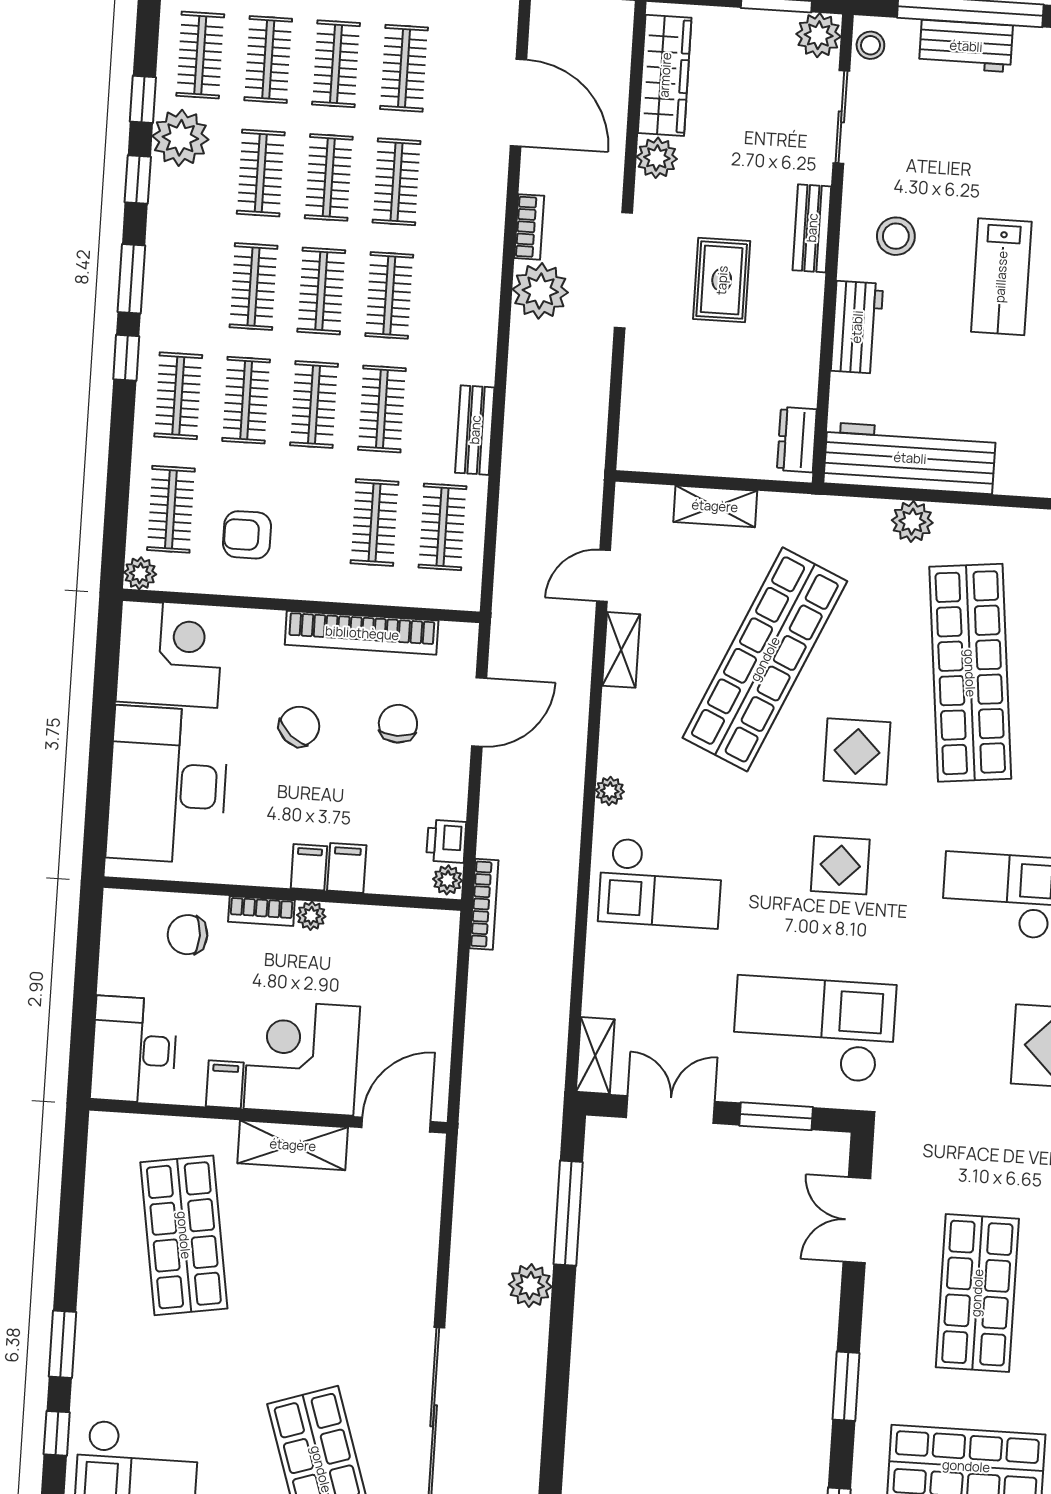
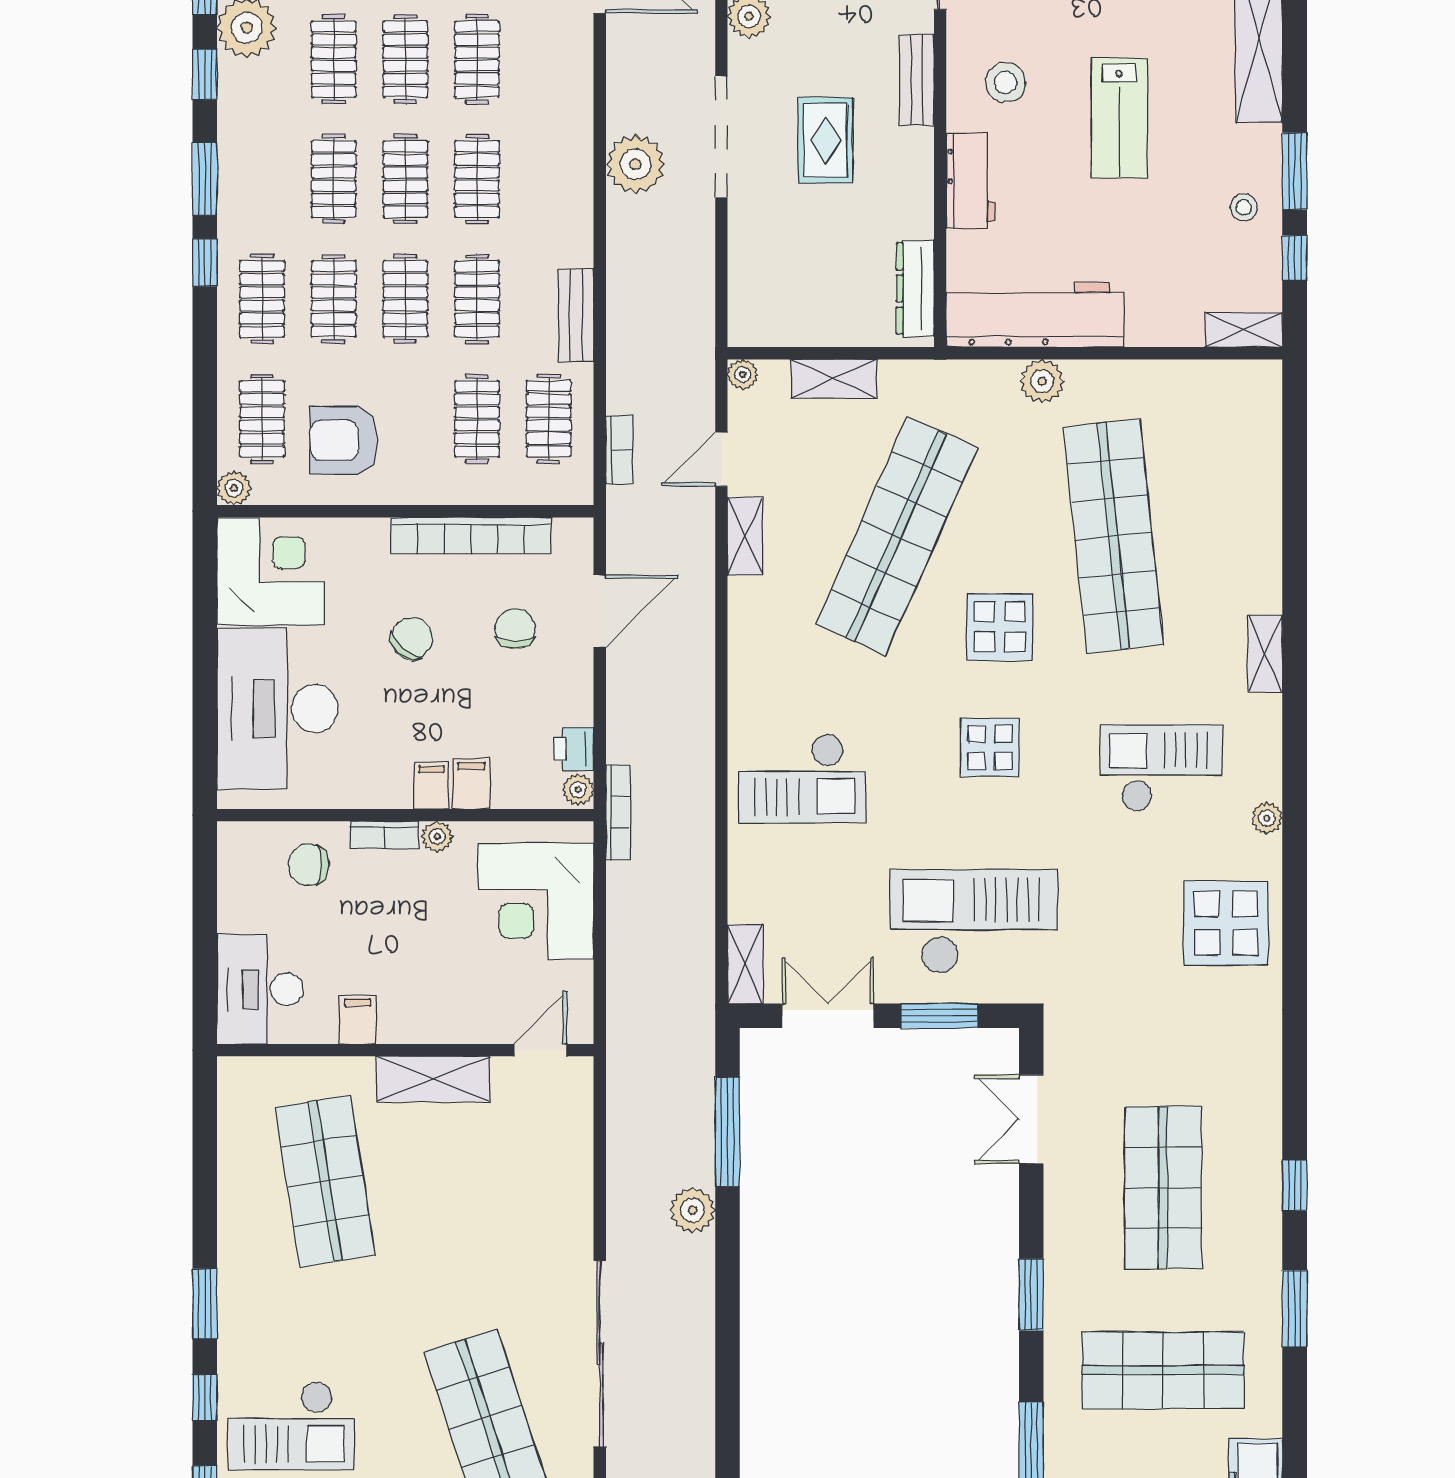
bookcase: (529, 227) -> (619, 450), moved
dresser: (797, 440) -> (915, 288), width x1.44
armchair: (247, 535) -> (344, 440), width x1.38, depth x1.38
plant: (610, 791) -> (743, 374), moved
corner desk: (302, 1058) -> (536, 901), moved, turned -90
door: (396, 1125) -> (541, 1050), width x0.73

